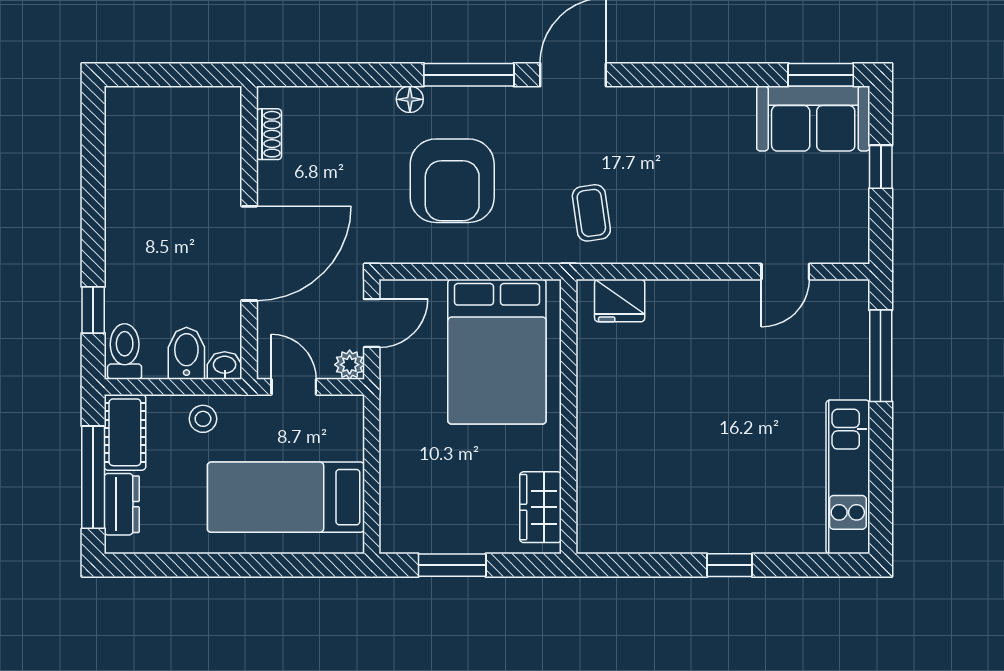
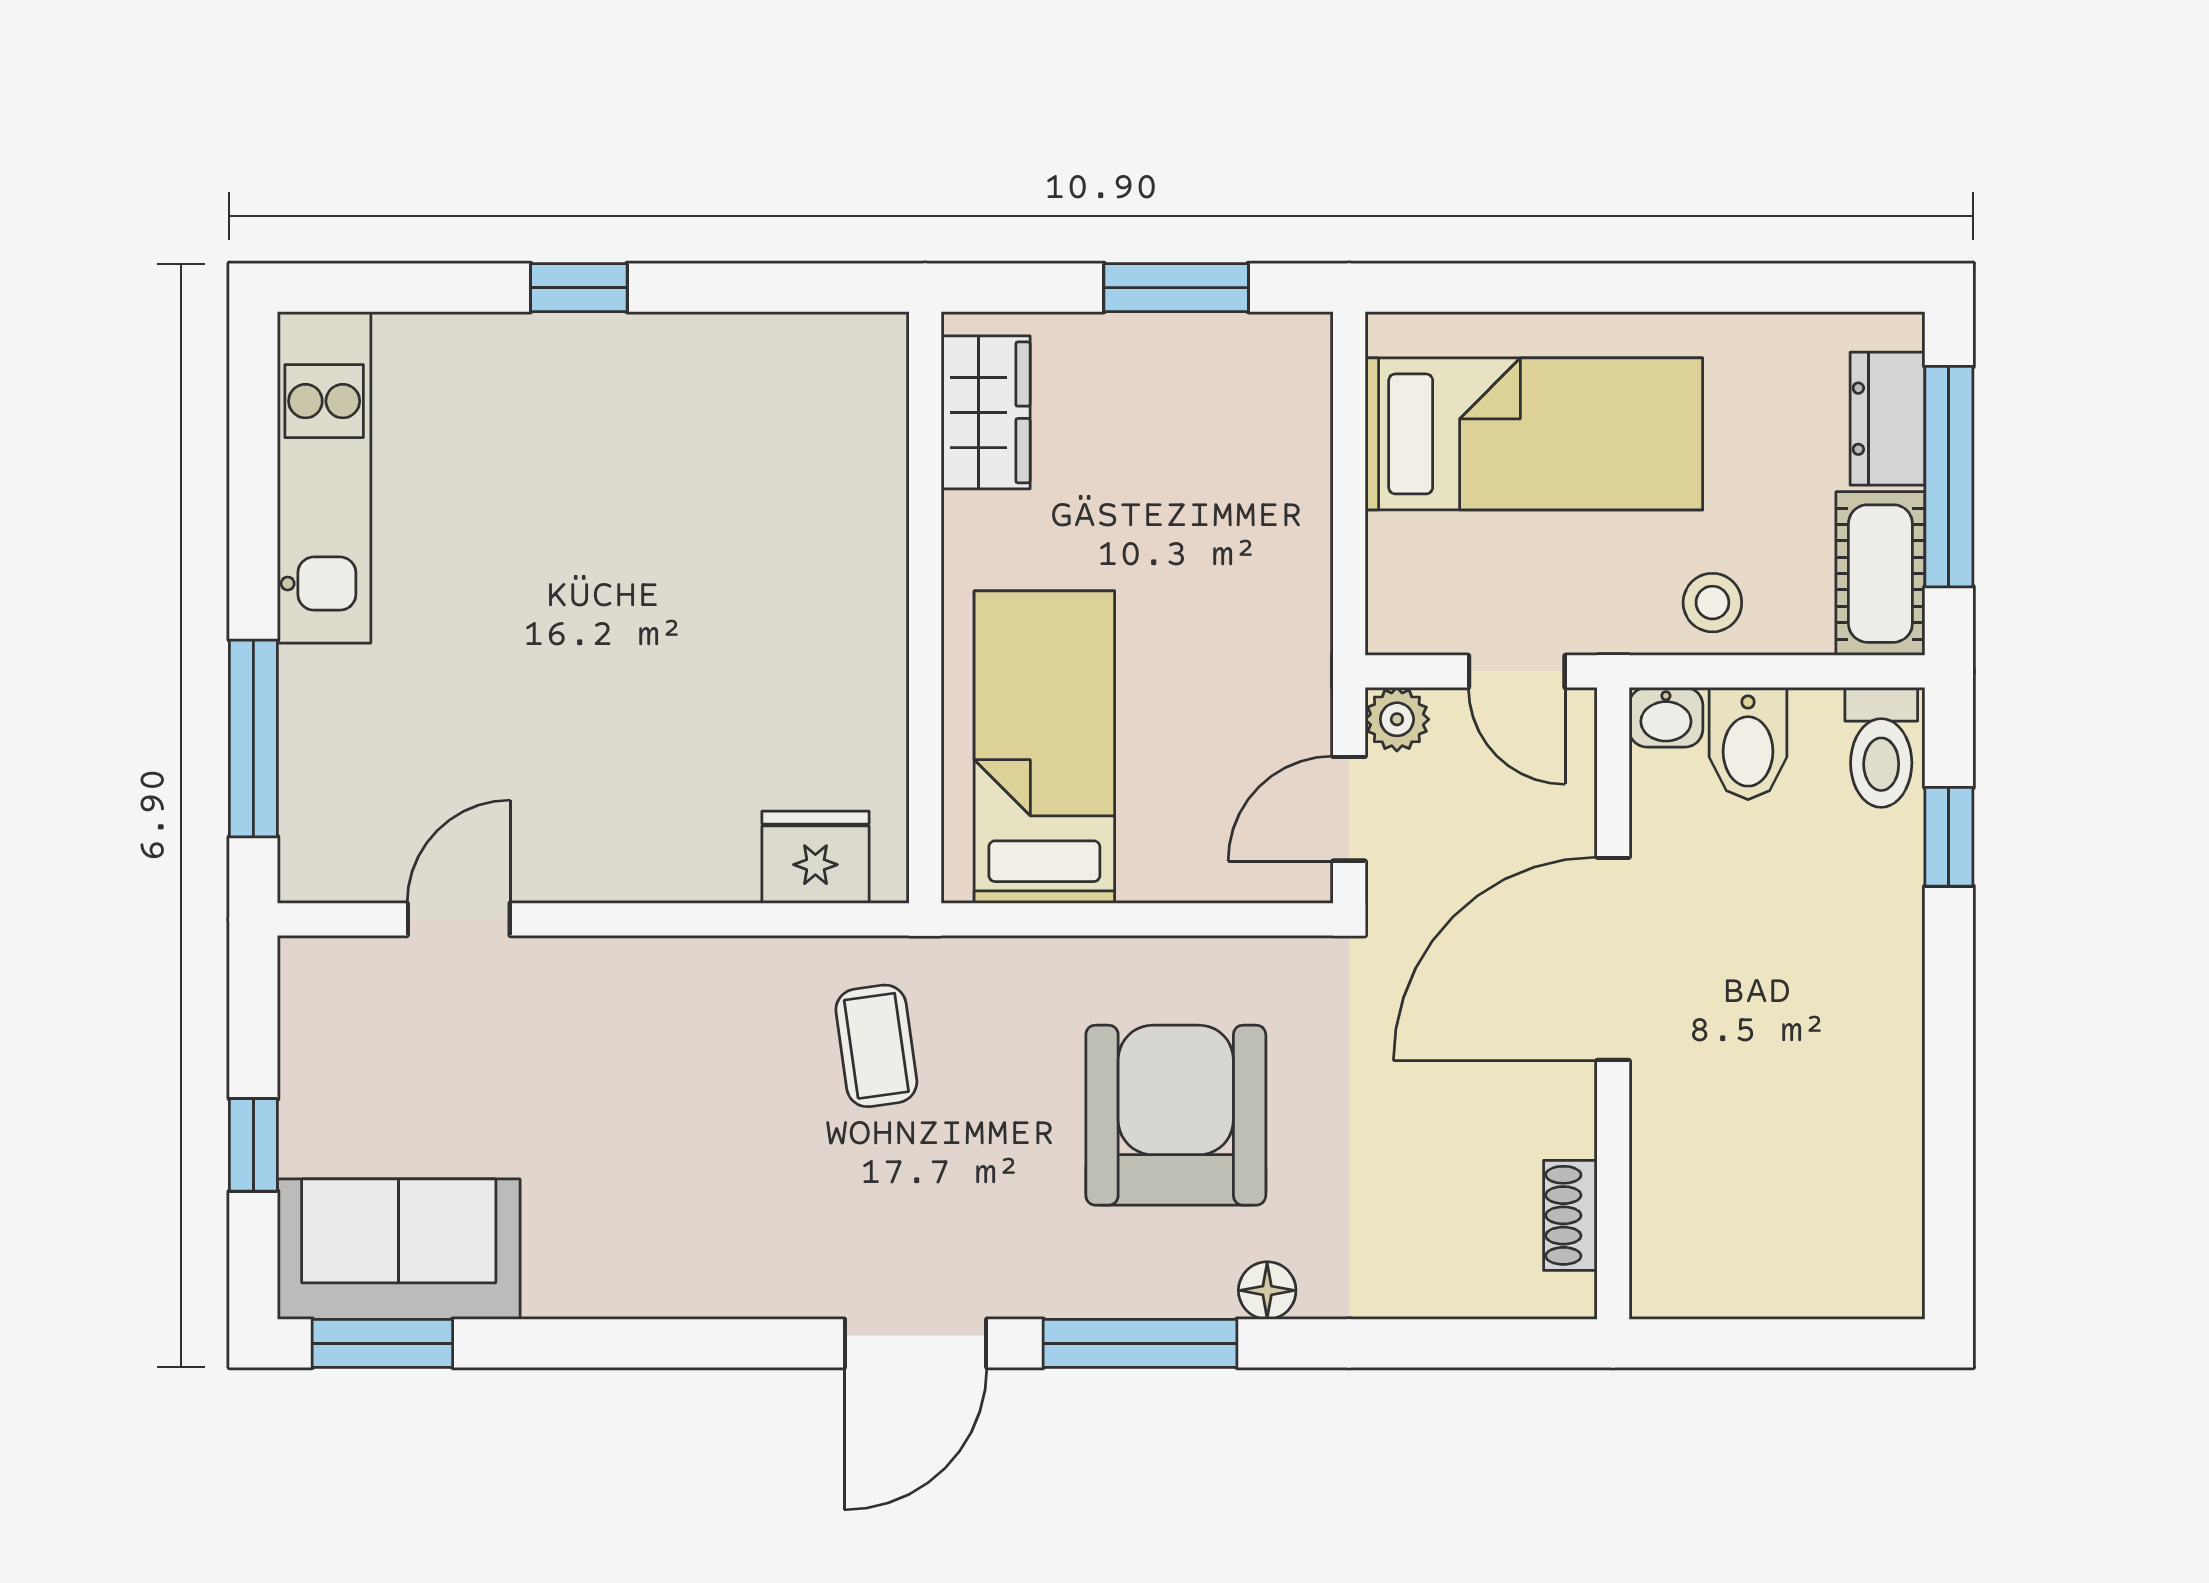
bed: (497, 352) -> (1044, 747), width x0.67

